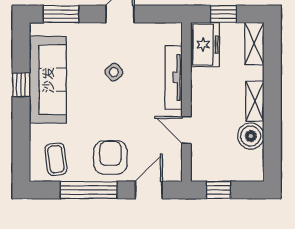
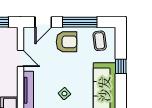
window: (21, 85) -> (121, 66), moved
armchair: (110, 157) -> (67, 42), turned -90

